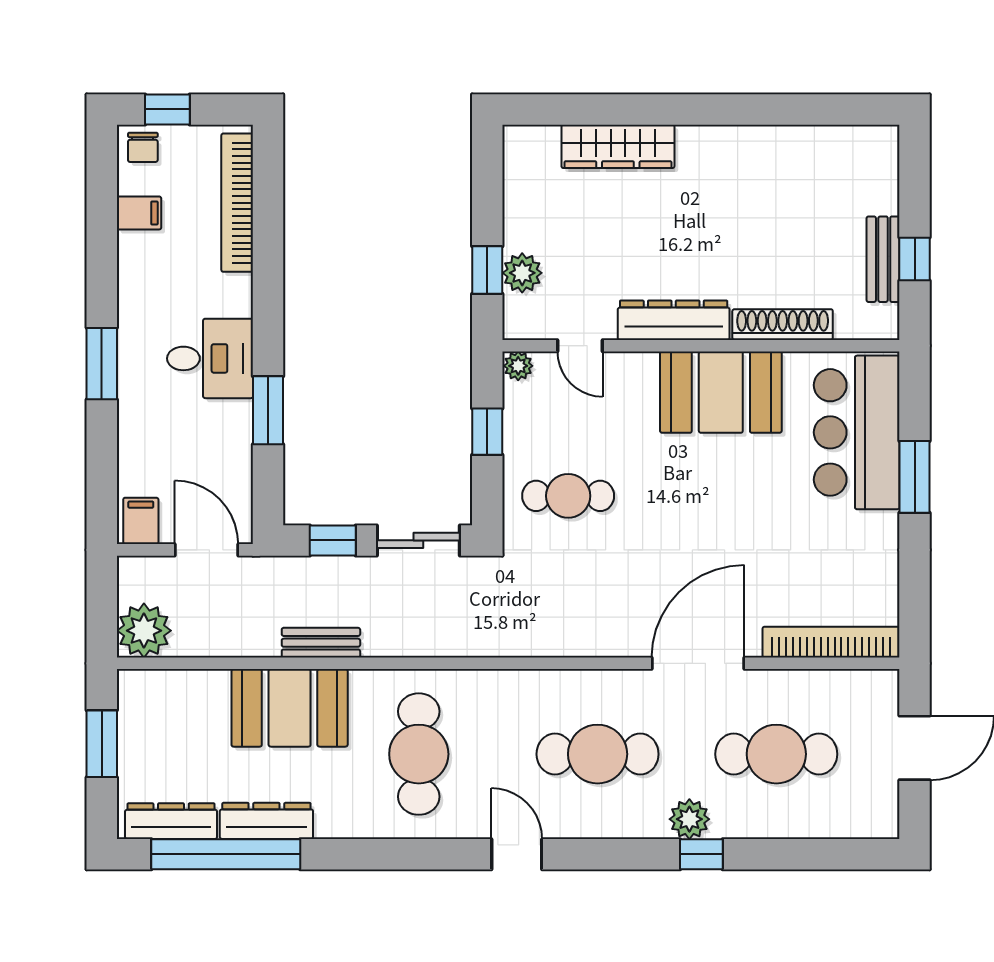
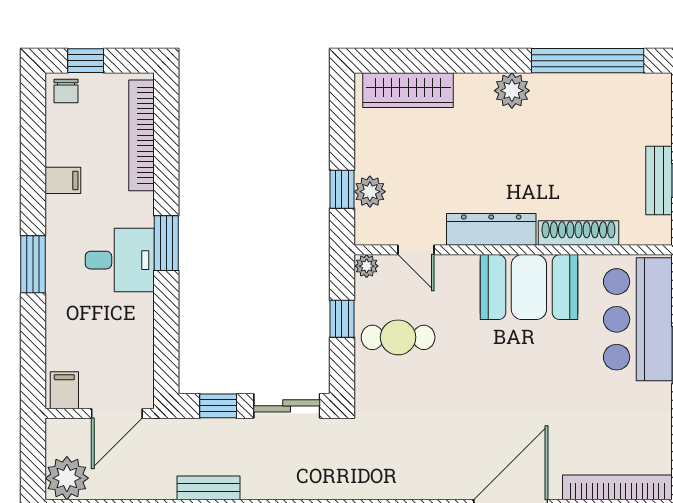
window: (794, 109) -> (588, 61), added
wardrobe: (618, 146) -> (408, 90), moved
plant: (700, 147) -> (512, 91), added
filing cabinet: (139, 213) -> (63, 180), moved
window: (268, 410) -> (166, 243), moved
cafe table: (568, 496) -> (398, 337), moved
door: (206, 550) -> (117, 413), swing flipped

